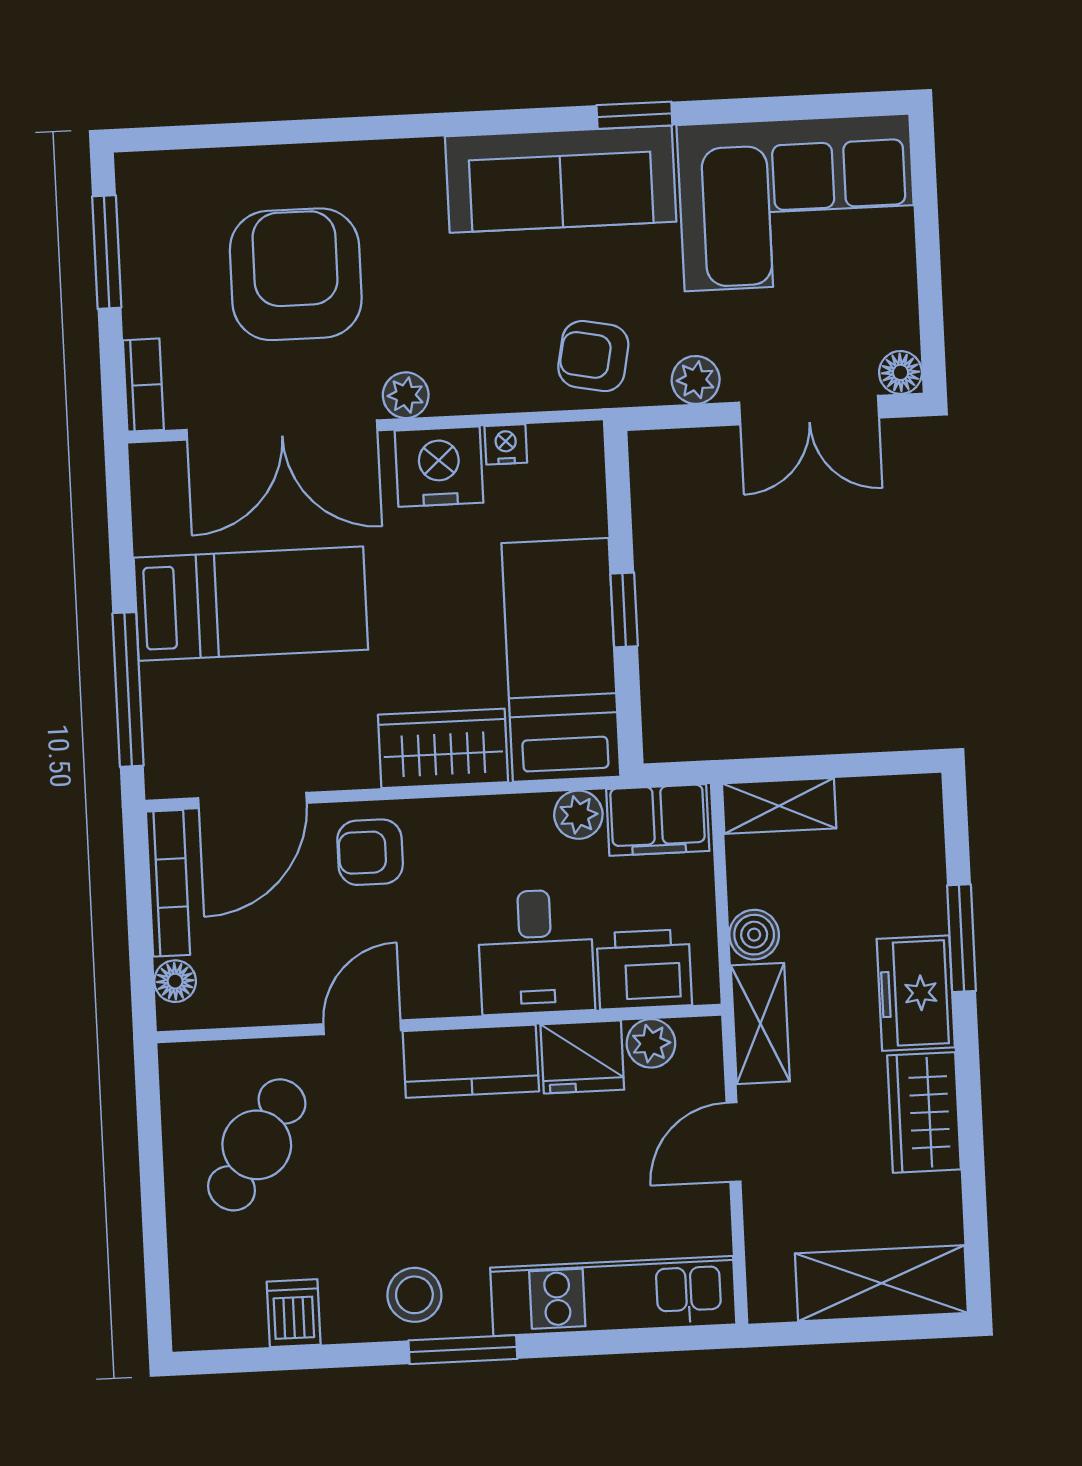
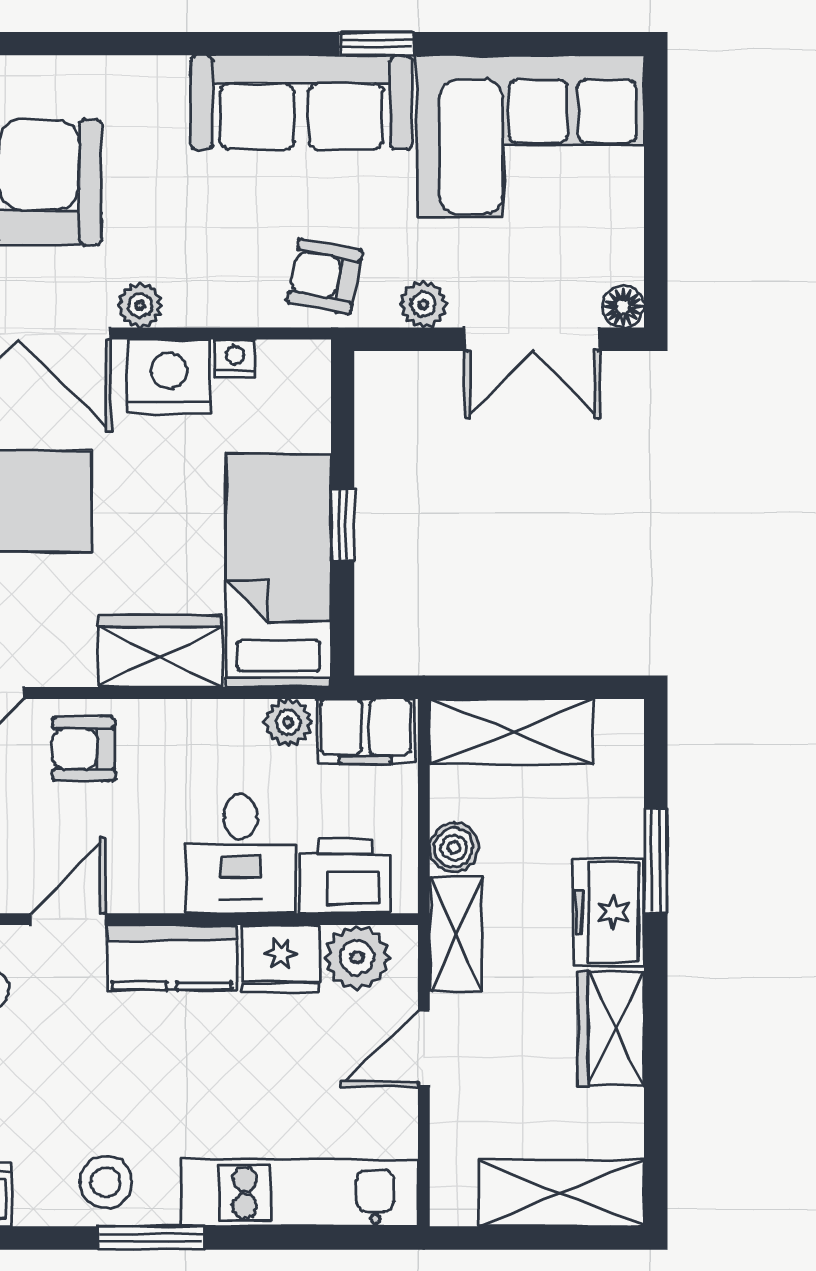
shelving: (779, 806) -> (512, 732), width x1.50, depth x1.33
plant: (651, 1043) -> (357, 957), width x1.38, depth x1.38

